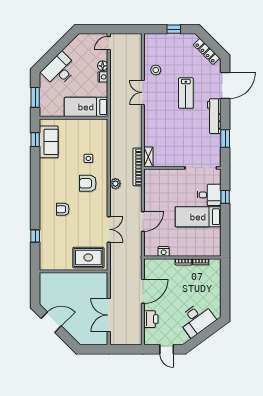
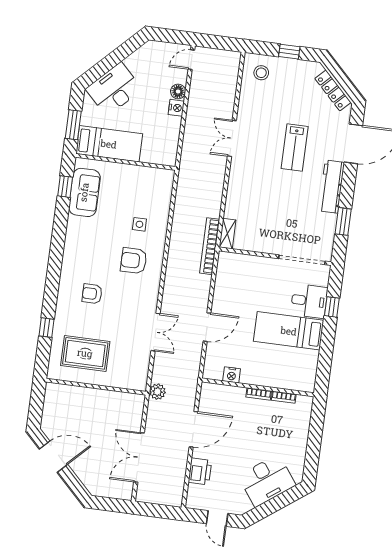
stool: (156, 70) -> (261, 73), moved
bed: (86, 107) -> (109, 144), moved, turned 180
plant: (115, 184) -> (157, 392), moved
rug: (88, 258) -> (85, 353), moved

